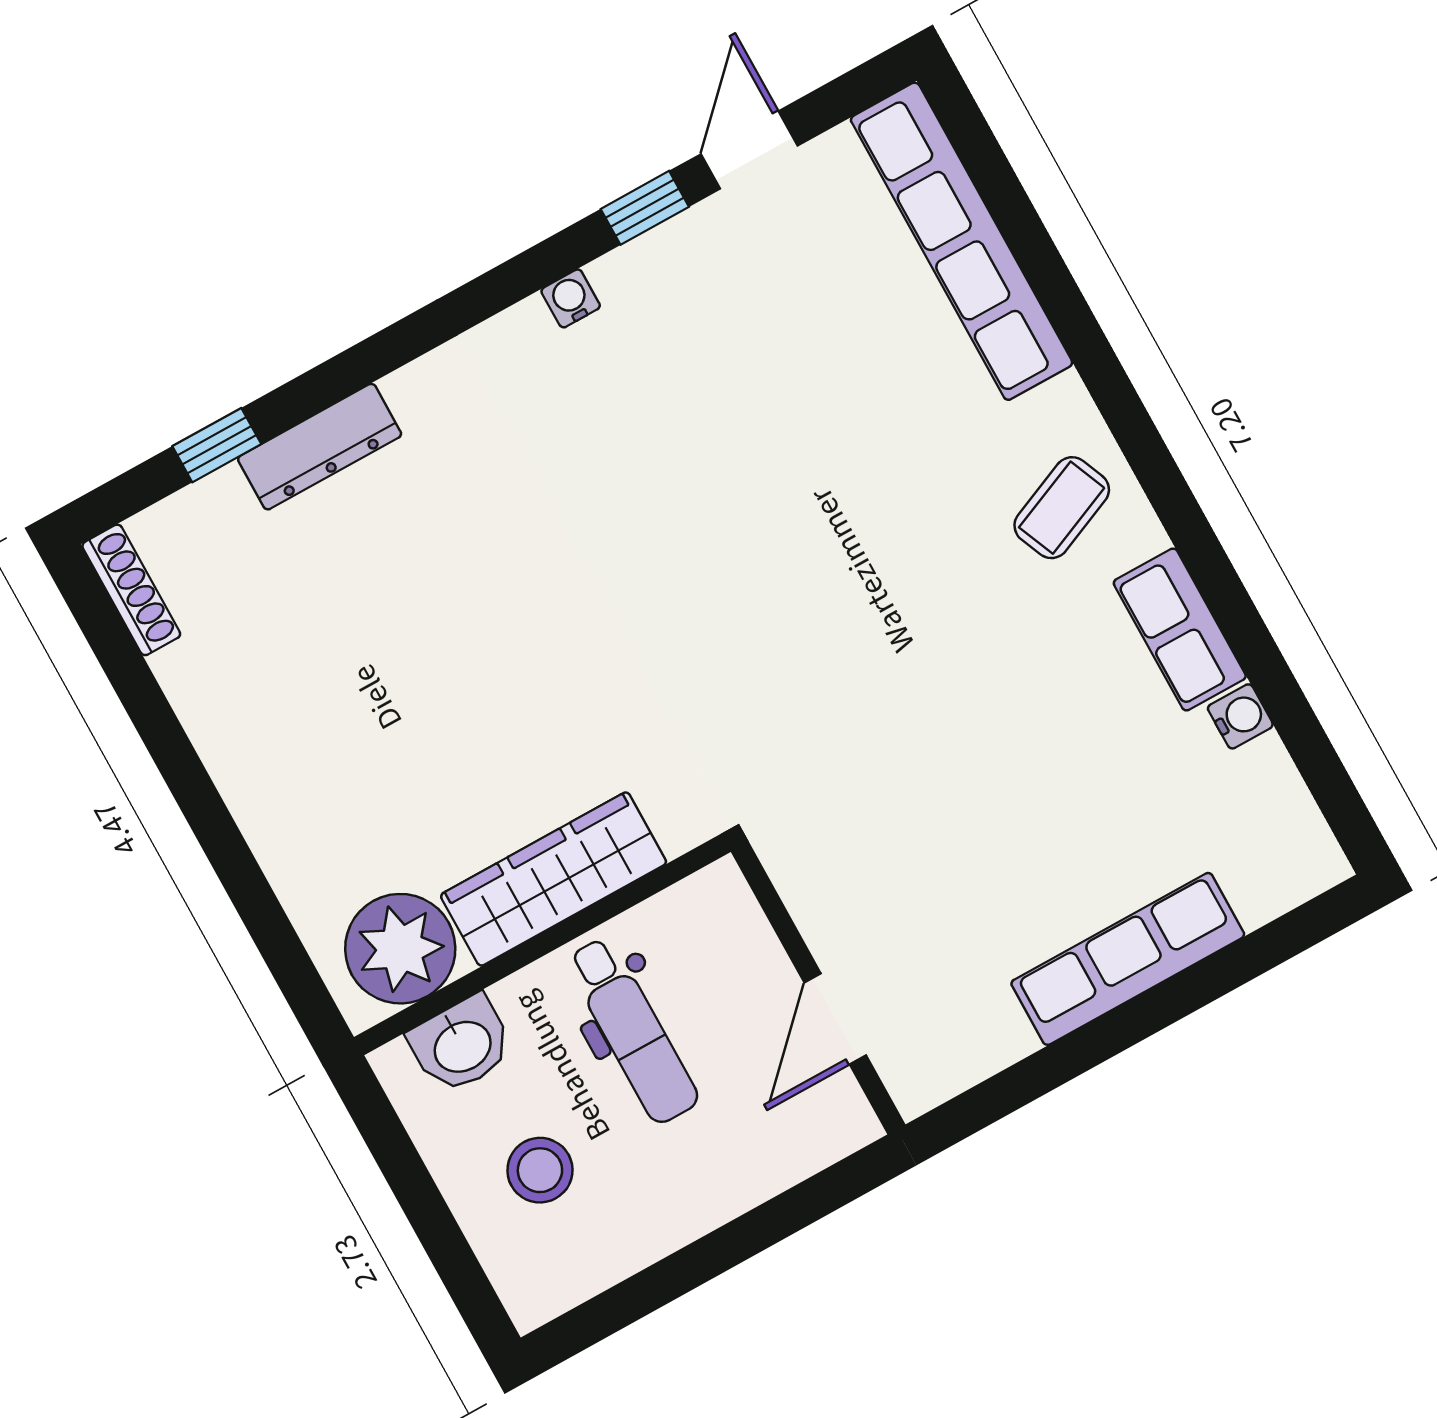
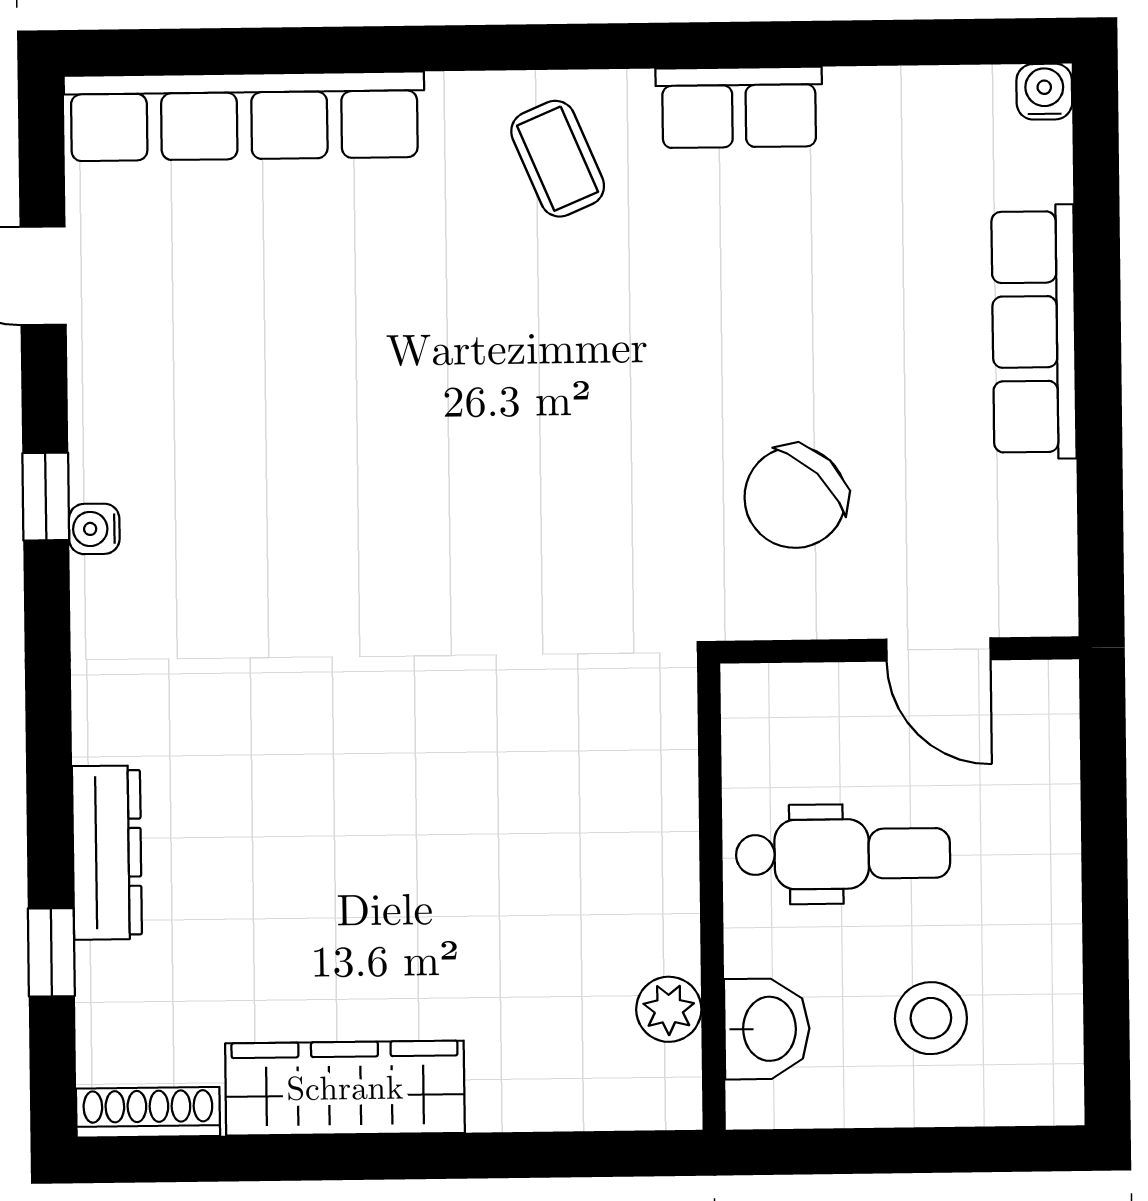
window: (645, 208) -> (46, 497), moved
water cooler: (1240, 716) -> (1044, 92), moved
chair: (895, 840) -> (795, 497), added
wardrobe: (554, 879) -> (345, 1088), moved, turned 90
plant: (400, 949) -> (669, 1009), width x0.53, depth x0.53

